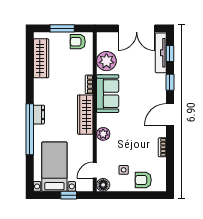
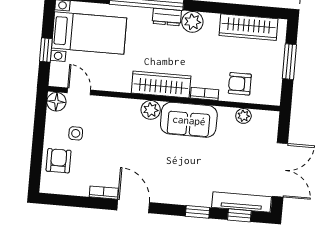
double door: (137, 28) -> (280, 170), swing flipped
armchair: (78, 42) -> (240, 84), moved, turned -90
plant: (106, 61) -> (243, 116), width x0.53, depth x0.53
plant: (41, 97) -> (192, 22), added
door: (170, 115) -> (133, 206), moved
plant: (103, 134) -> (151, 110), moved

